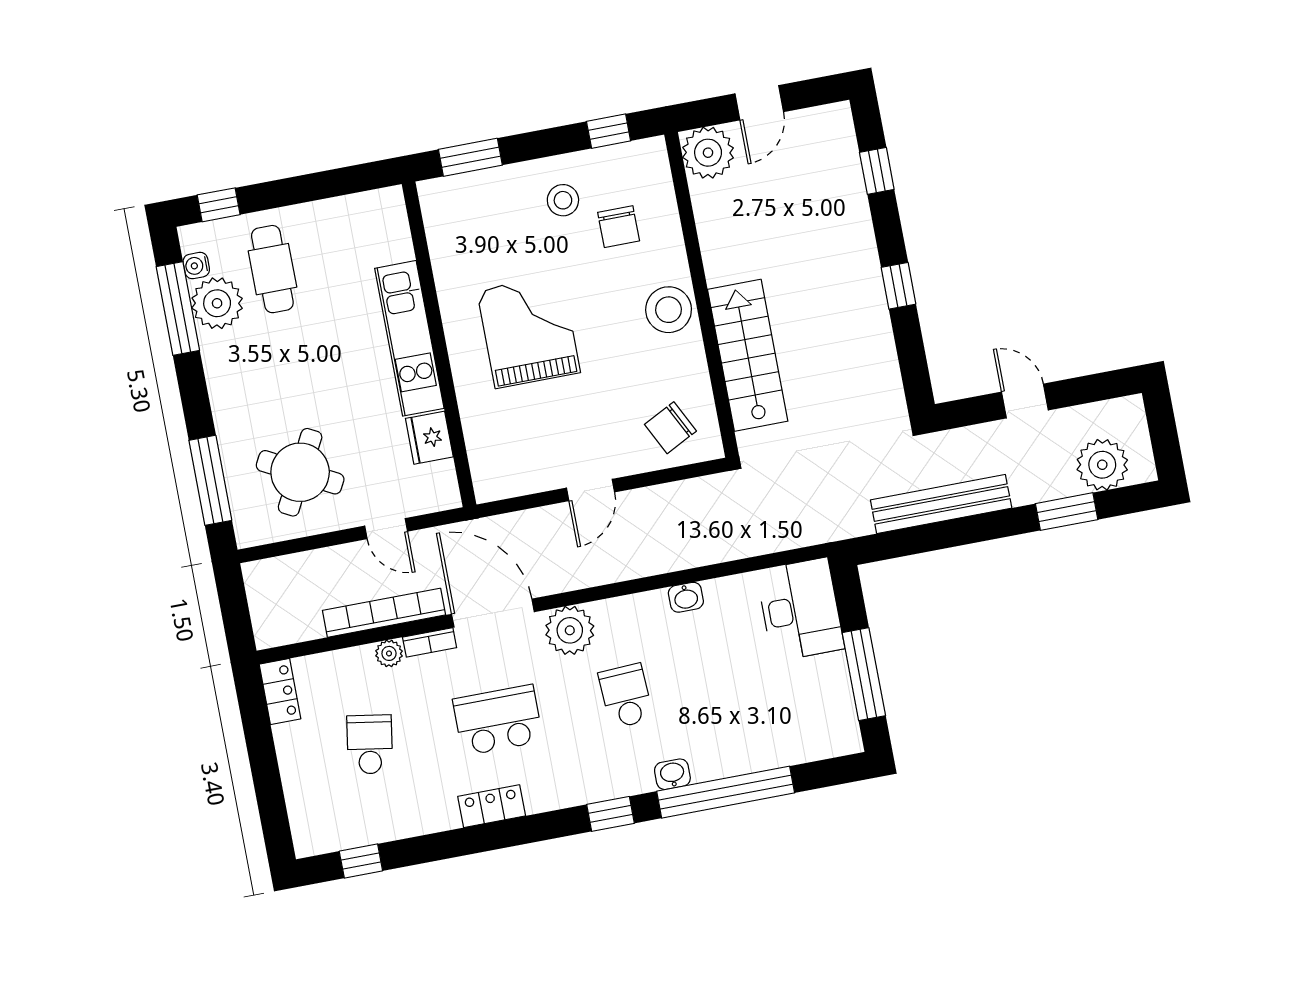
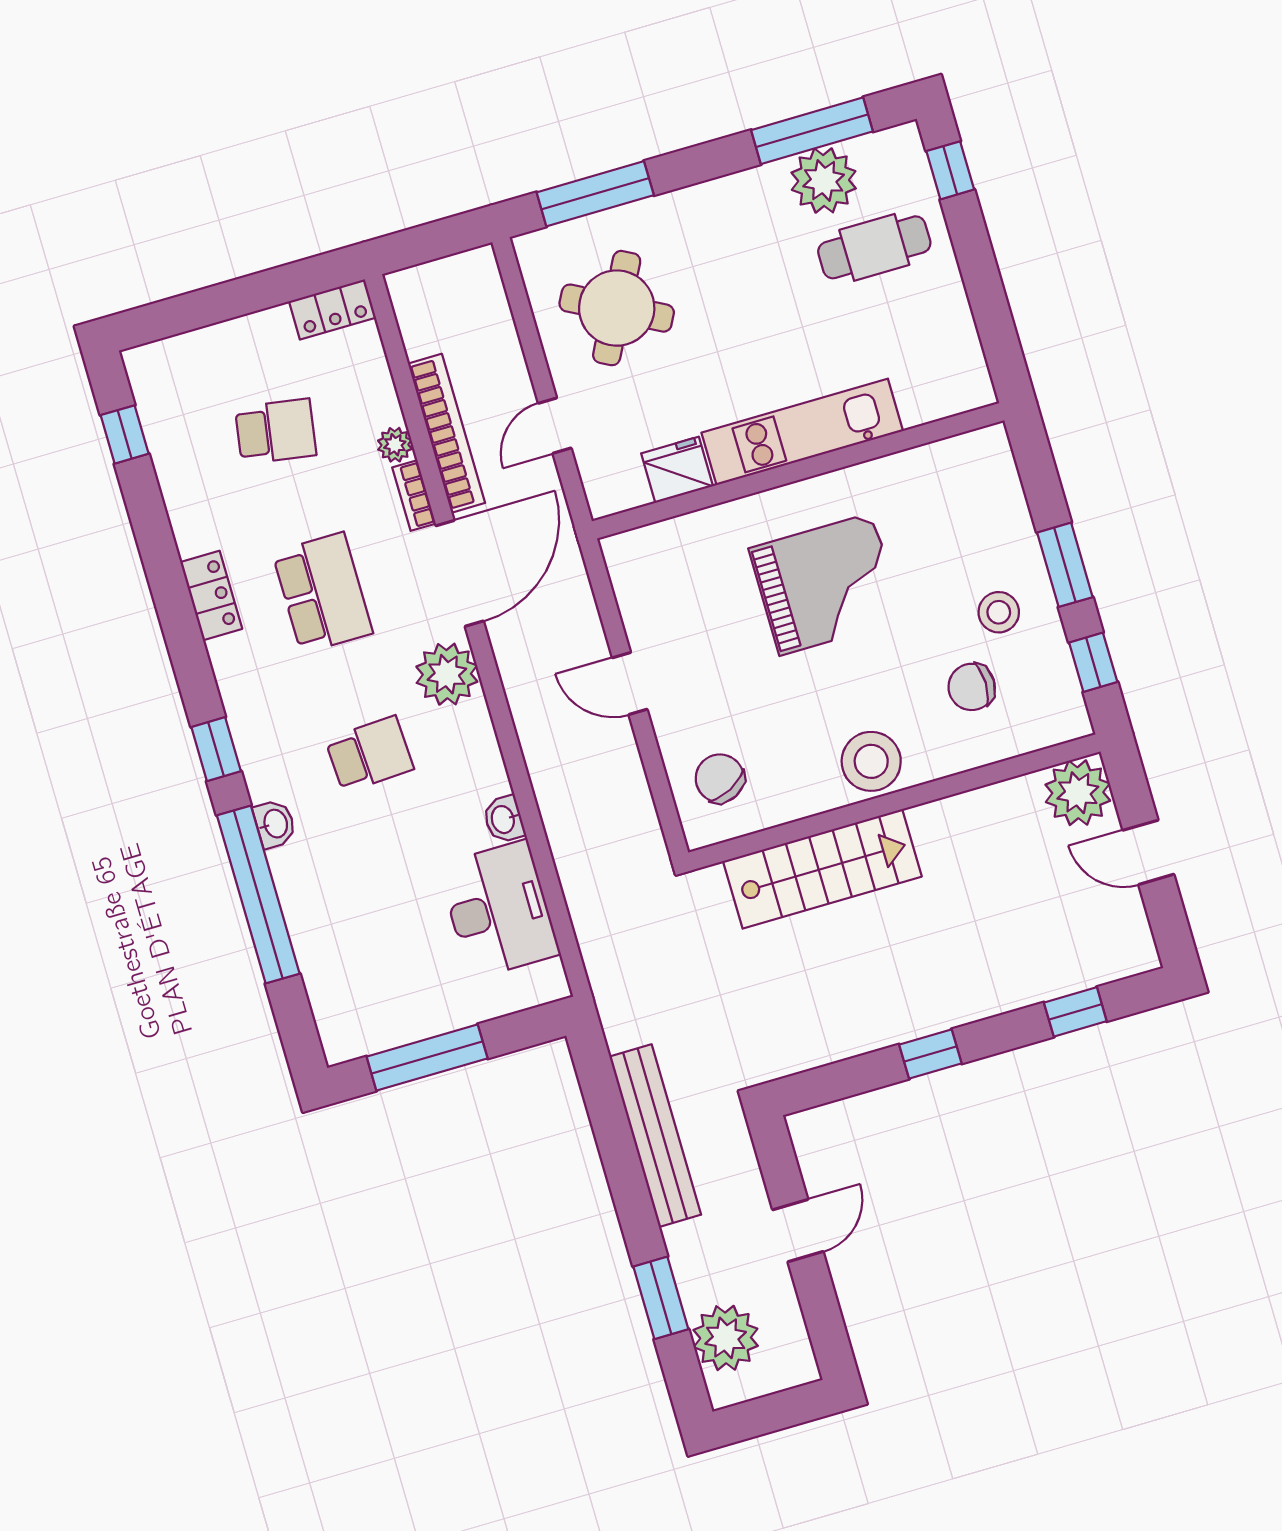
window: (470, 157) -> (1065, 565), moved
water cooler: (196, 266) -> (869, 149), removed
desk: (800, 610) -> (499, 910), moved, turned -90

